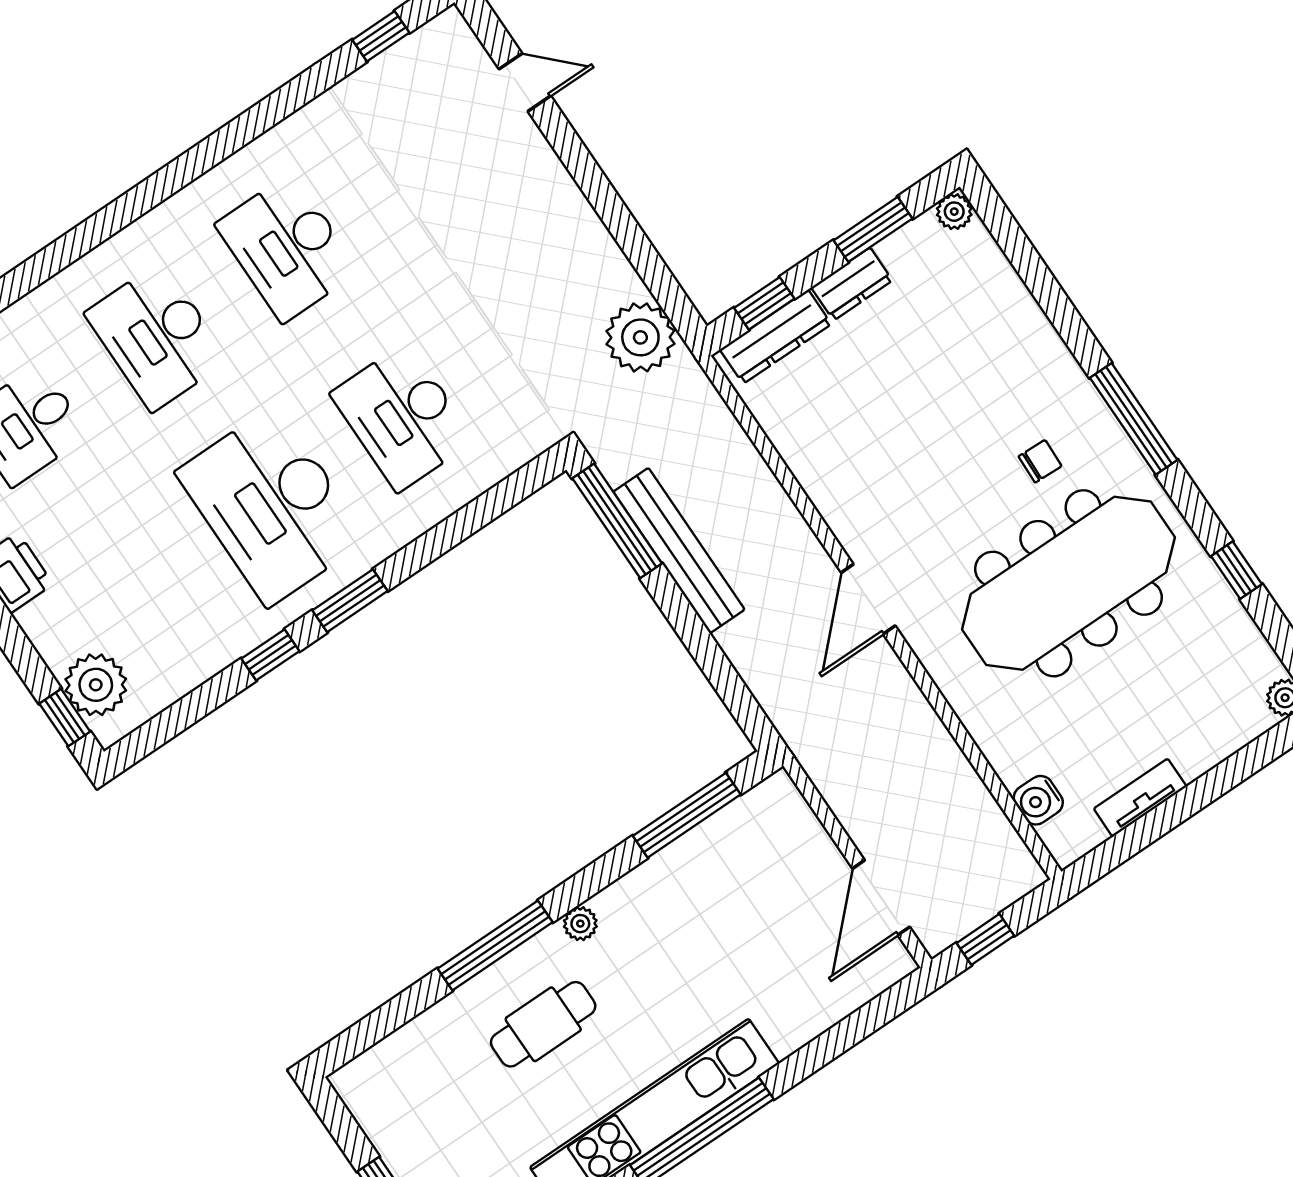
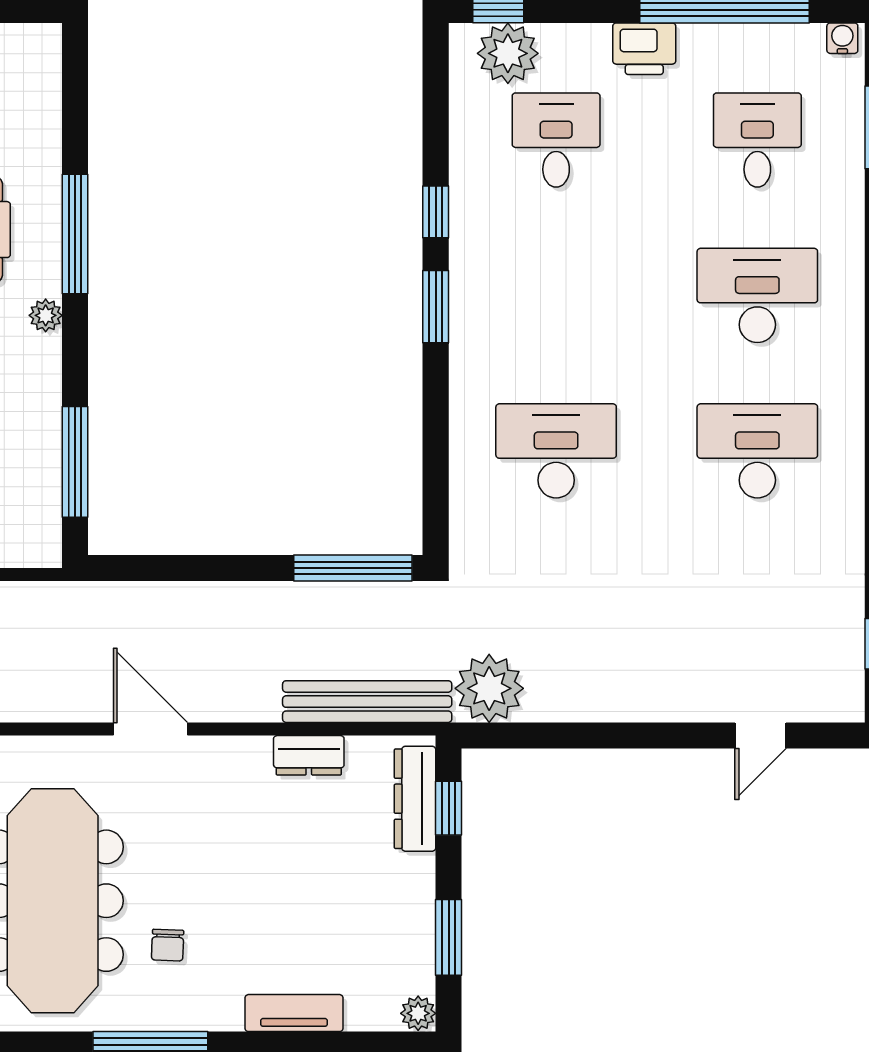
dresser: (852, 284) -> (309, 755), moved, turned -90
tv unit: (1025, 316) -> (294, 1013), added
desk: (272, 506) -> (556, 140), moved, width x0.53, depth x0.77
bench: (679, 551) -> (367, 702), moved

